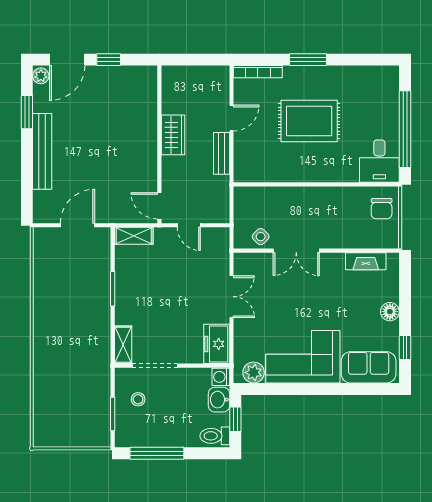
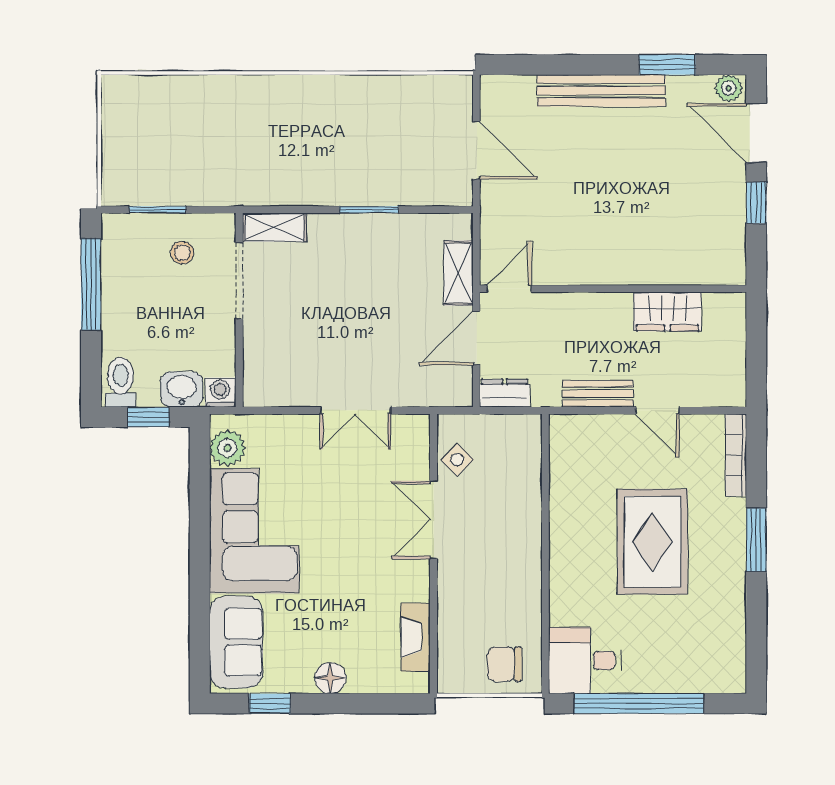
wardrobe: (173, 135) -> (667, 312), moved
dresser: (221, 208) -> (505, 393), added
door: (189, 225) -> (476, 338), width x1.38
shelving: (134, 236) -> (458, 273), moved
freezer: (217, 344) -> (276, 386), removed

